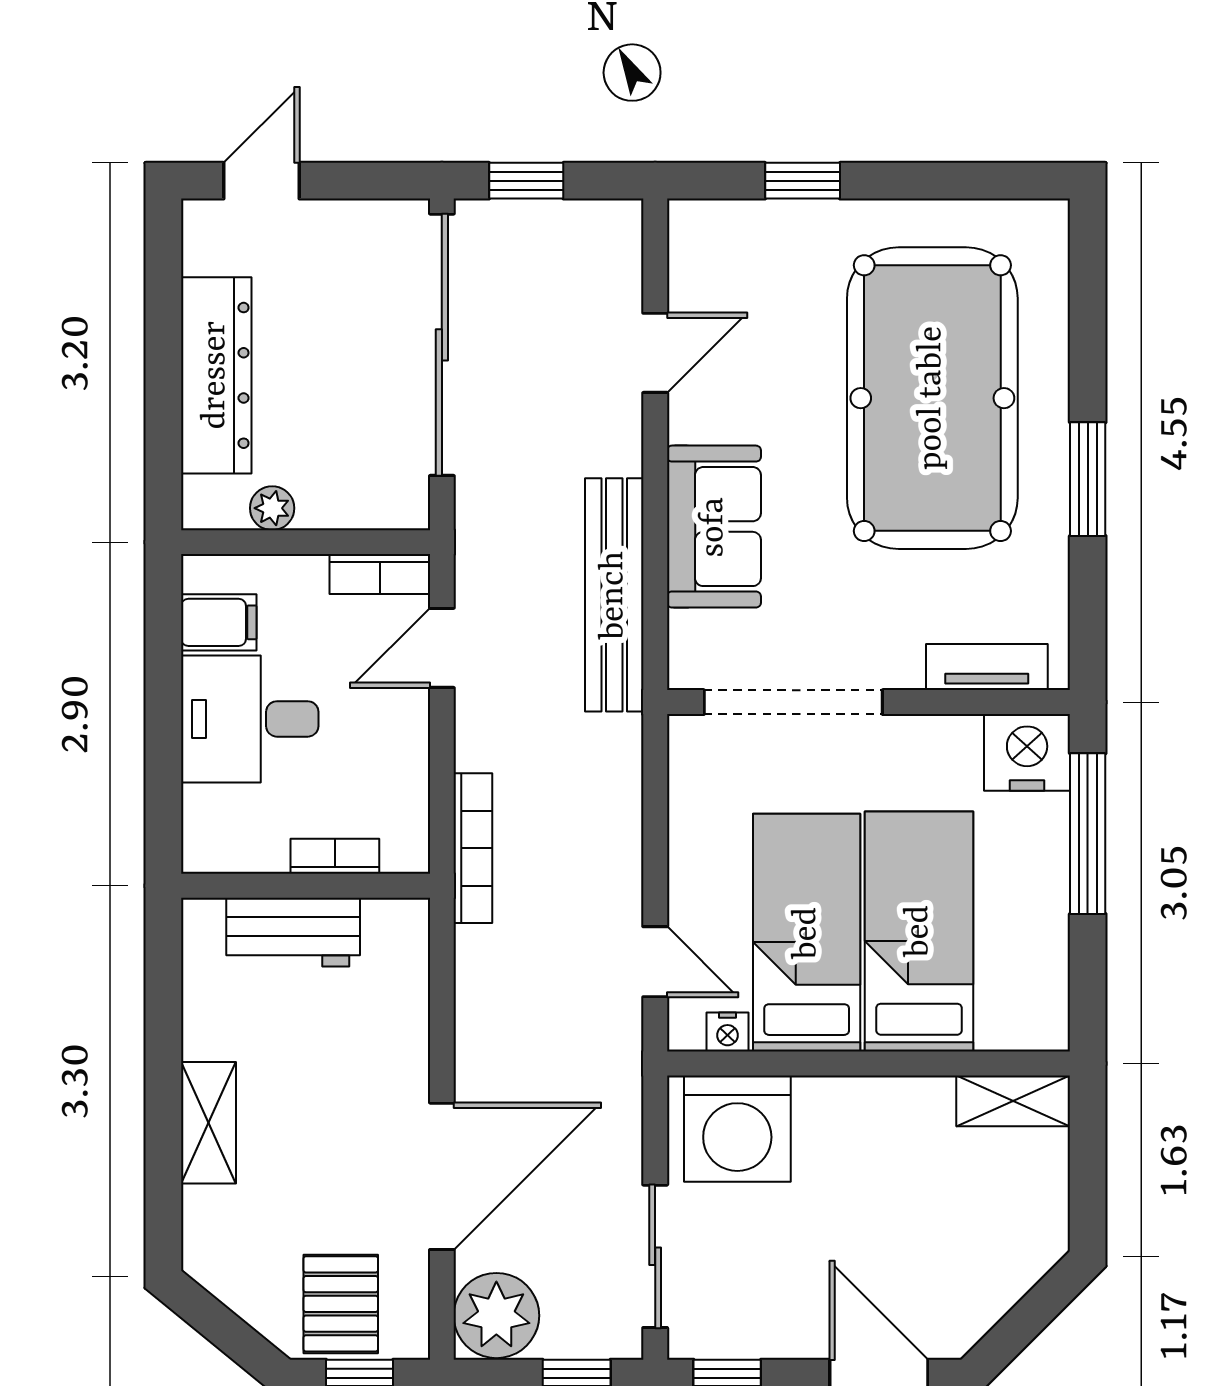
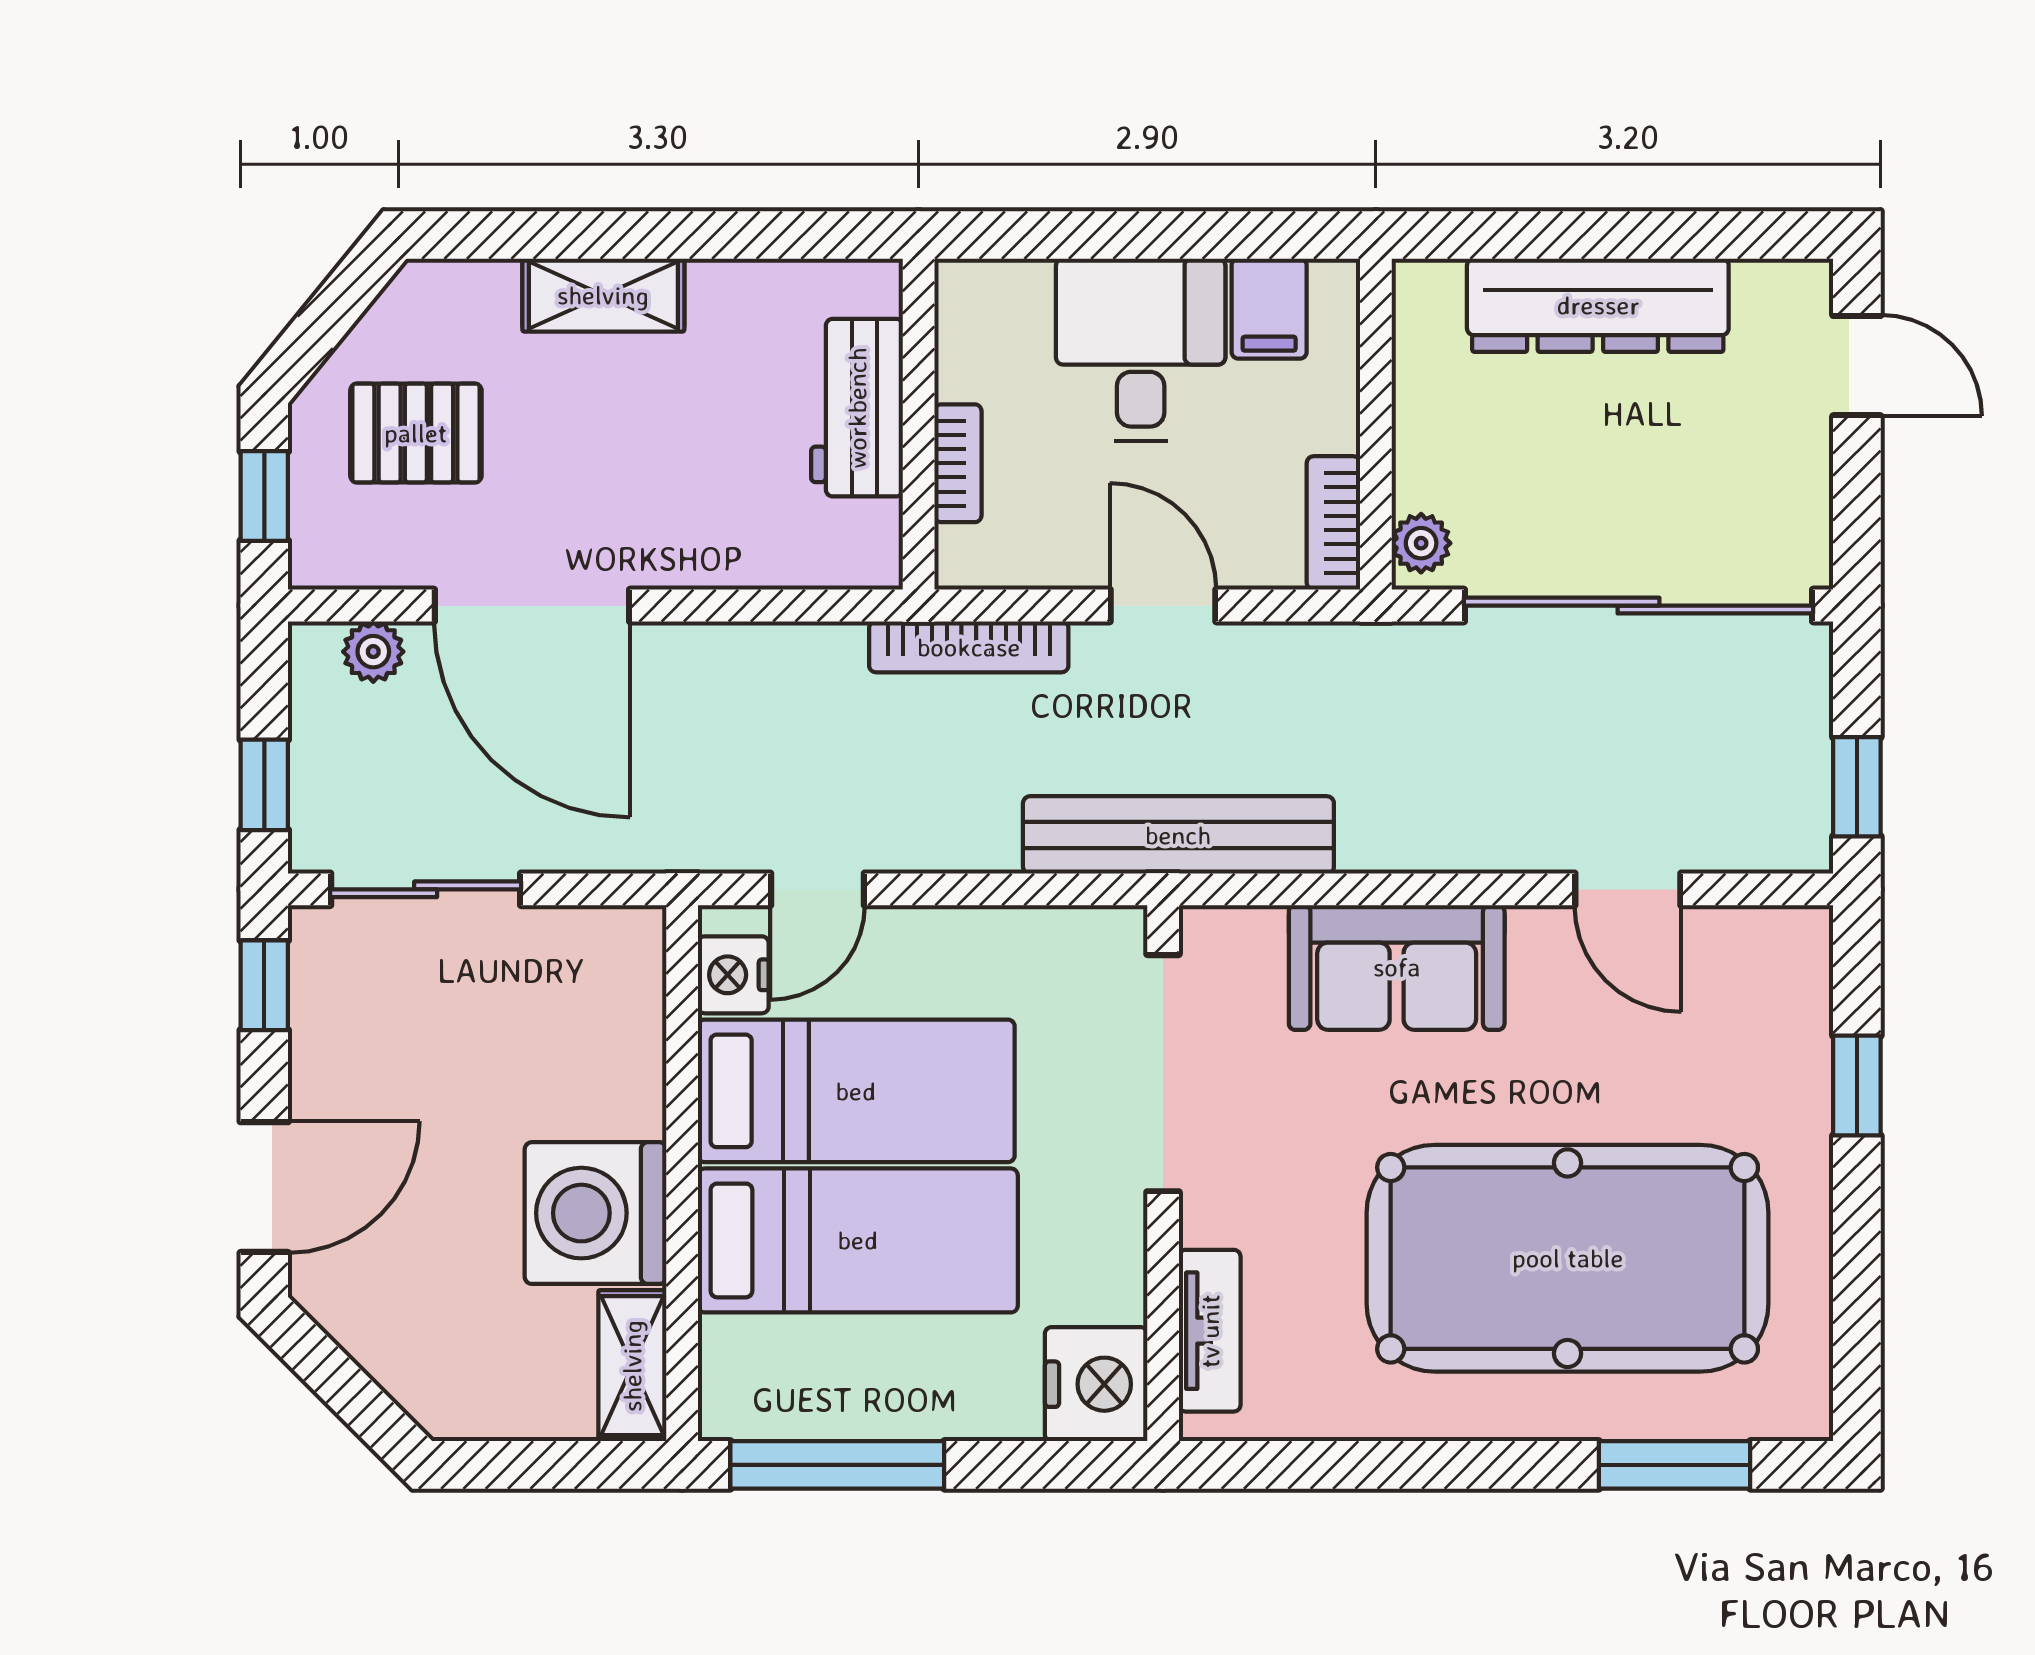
window: (526, 181) -> (1857, 787), moved
window: (1088, 479) -> (1675, 1465), moved
plant: (272, 508) -> (1421, 543), moved
bench: (614, 595) -> (1178, 835), moved
door: (442, 648) -> (1163, 606), moved
window: (1088, 834) -> (837, 1465), moved
nightstand: (727, 1032) -> (733, 975), width x1.39, depth x1.35
washing machine: (737, 1129) -> (596, 1213), moved
pallet: (341, 1304) -> (416, 433), moved
plant: (496, 1316) -> (373, 652), width x0.53, depth x0.53

